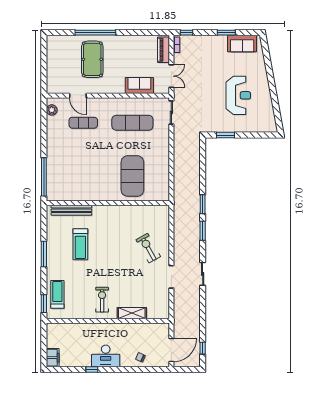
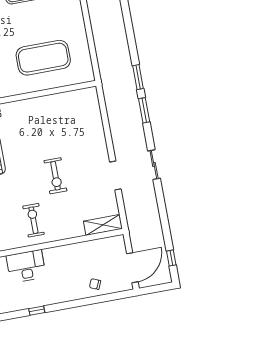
exercise mat: (132, 176) -> (43, 58), turned 90
exercise bike: (148, 248) -> (55, 176), moved, turned -151
shelving: (132, 313) -> (103, 225), moved
desk: (106, 356) -> (26, 266), moved, turned 180

